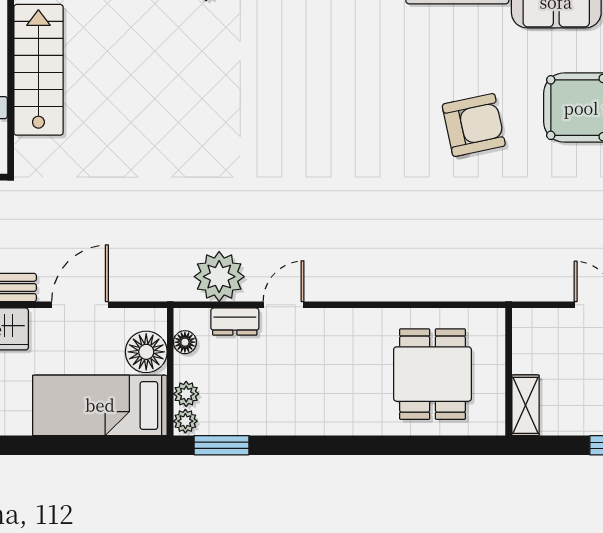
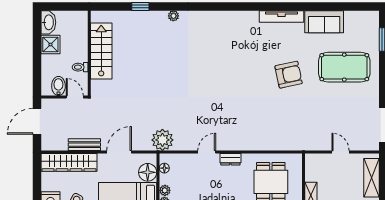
plant: (219, 277) -> (162, 140), moved
dresser: (235, 322) -> (230, 159), moved

